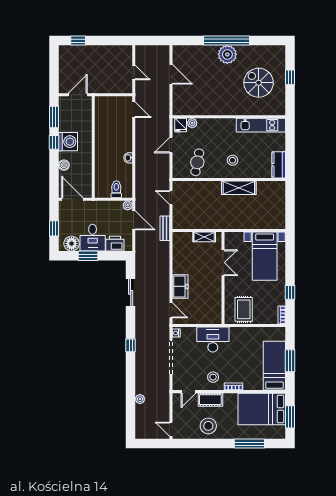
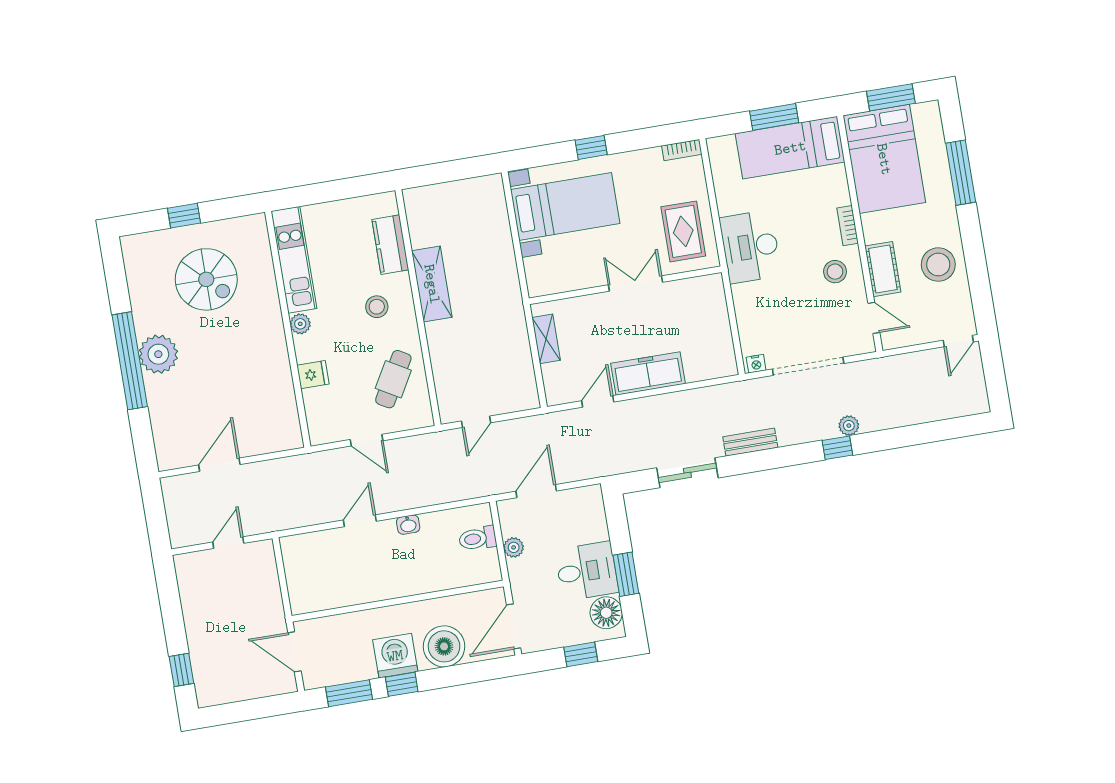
spiral stairs: (259, 83) -> (206, 279), turned -90
door: (134, 110) -> (360, 521), moved
plant: (192, 123) -> (300, 324), moved
fridge: (181, 125) -> (313, 375), moved
cafe table: (197, 162) -> (393, 379), turned -71
boiler: (64, 165) -> (444, 646), width x1.86, depth x1.86
kitchen counter: (279, 165) -> (390, 245), moved, turned 90
plant: (128, 205) -> (514, 547), moved
bench: (165, 228) -> (750, 442), moved
printer: (115, 244) -> (591, 522), removed
double door: (223, 263) -> (635, 283), moved
freezer: (180, 286) -> (648, 374), width x1.40
window: (290, 292) -> (591, 147), moved
rug: (244, 309) -> (683, 231), turned 90
door: (171, 310) -> (598, 401), moved
desk: (213, 340) -> (750, 247), moved
window: (131, 345) -> (837, 448), moved
plant: (140, 399) -> (849, 426), moved

